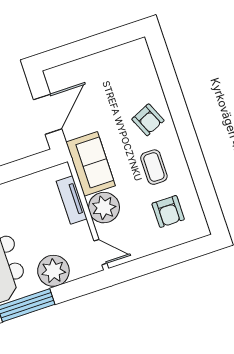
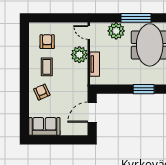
sofa: (91, 164) -> (44, 126), moved, turned 90

